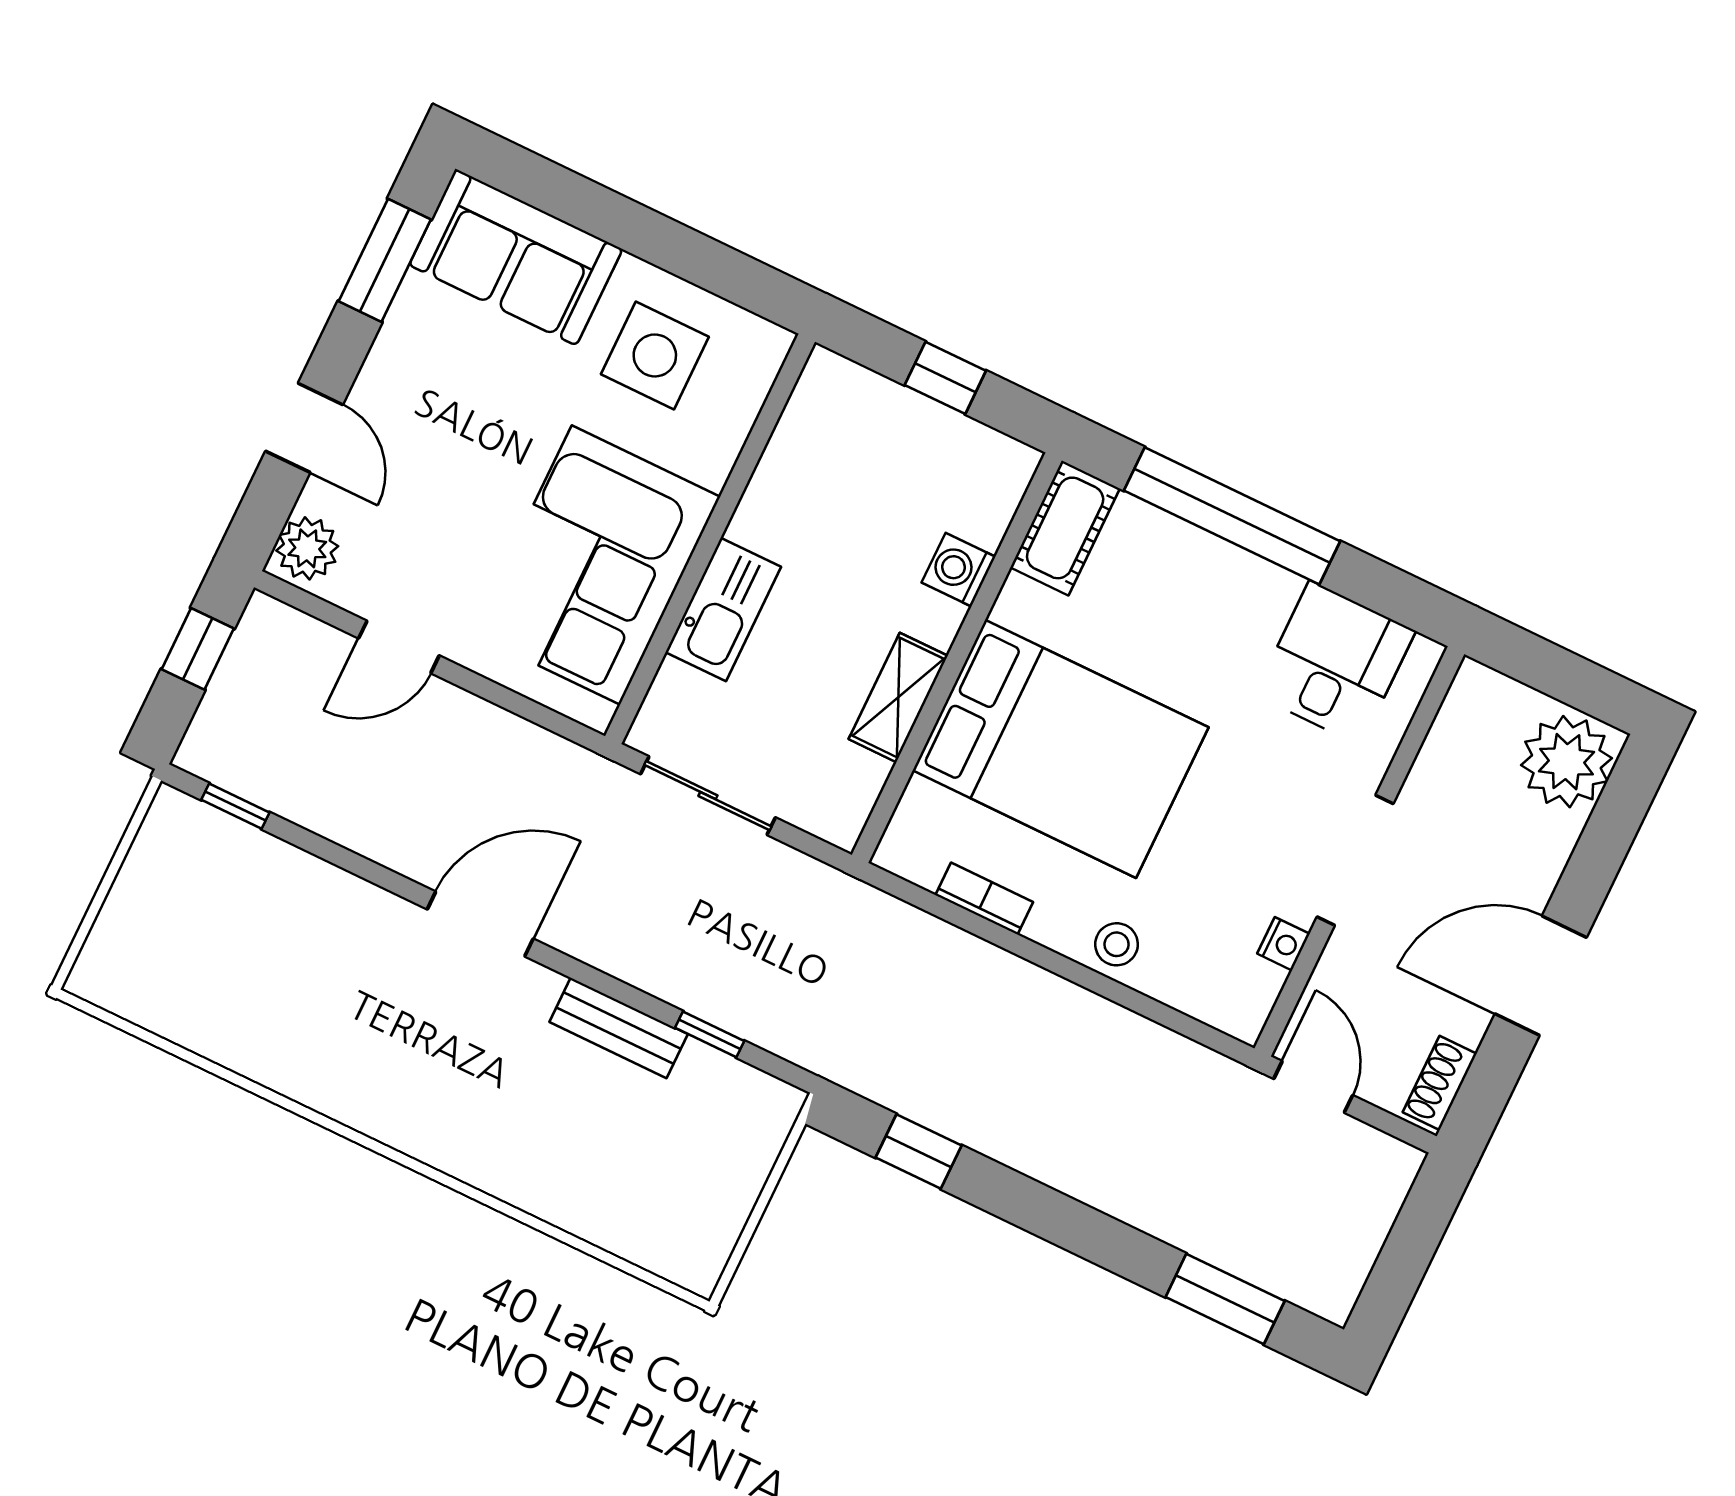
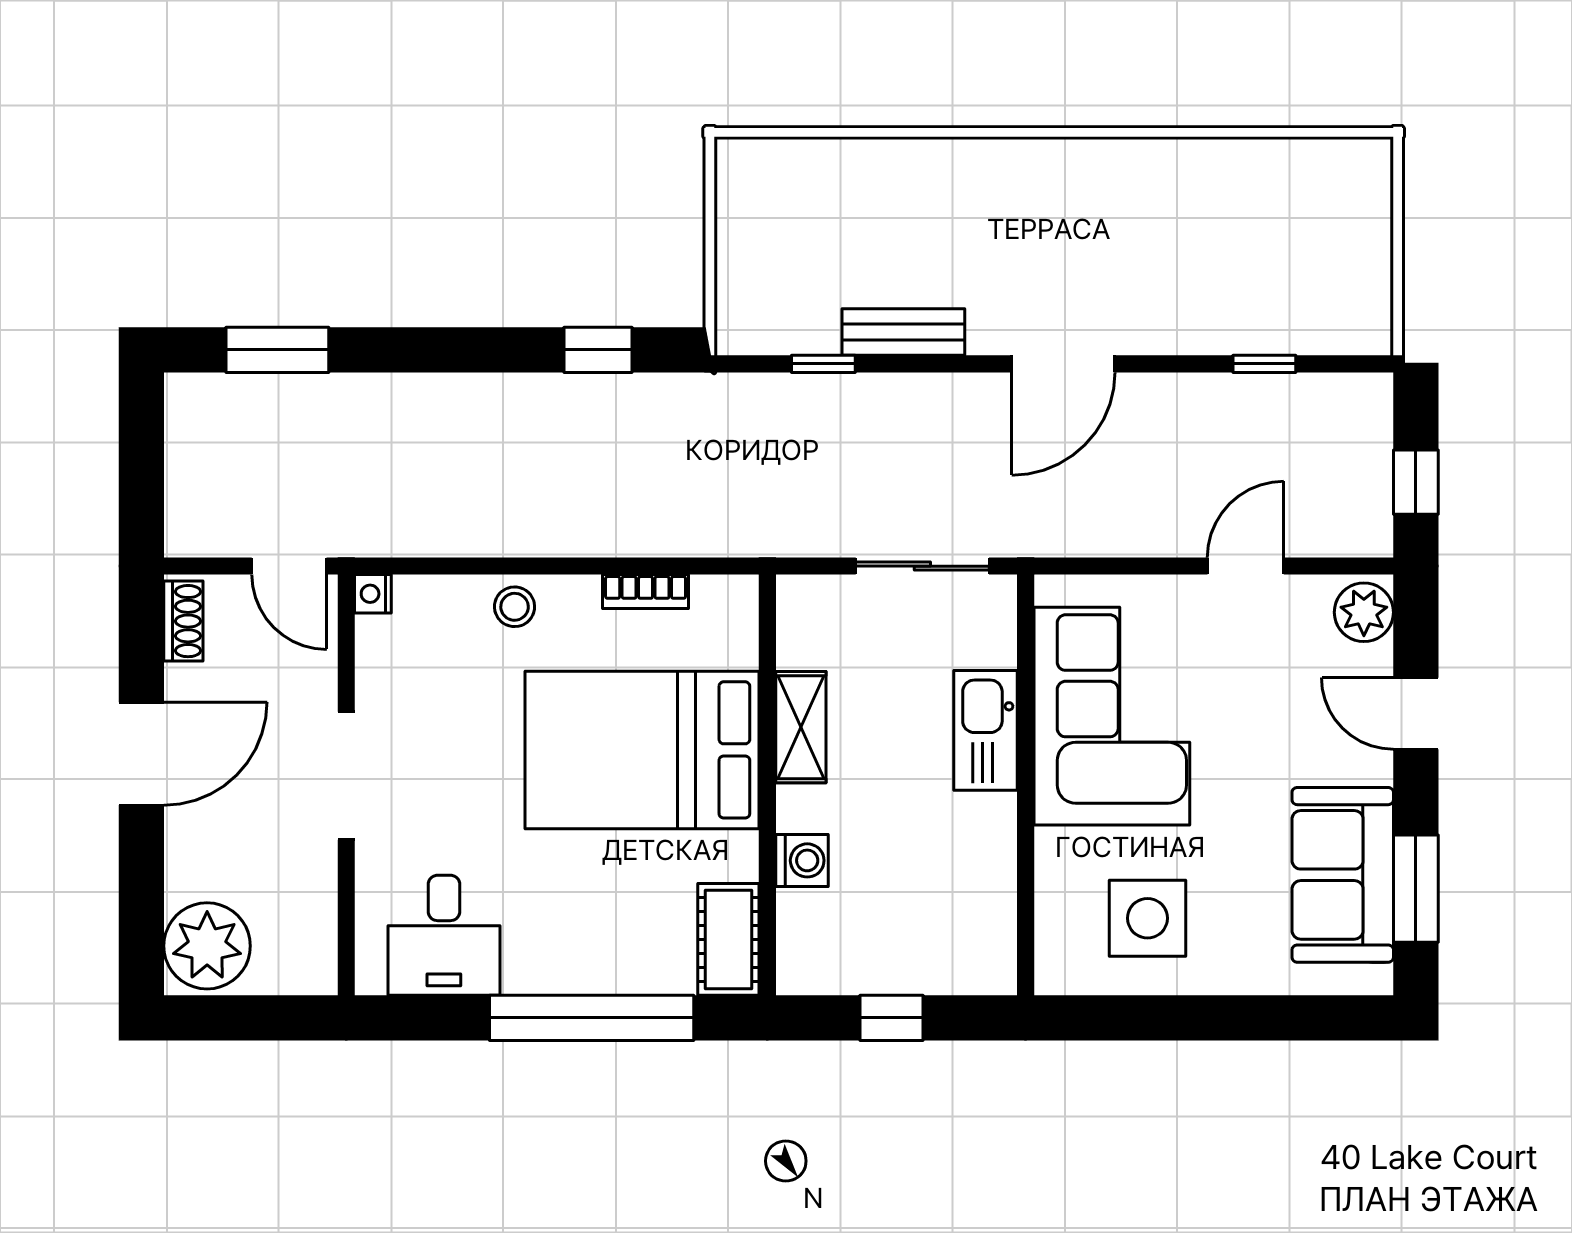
sofa: (516, 257) -> (1343, 875), moved, turned -90
window: (235, 806) -> (1264, 364), moved
nightstand: (1283, 944) -> (373, 594), moved

